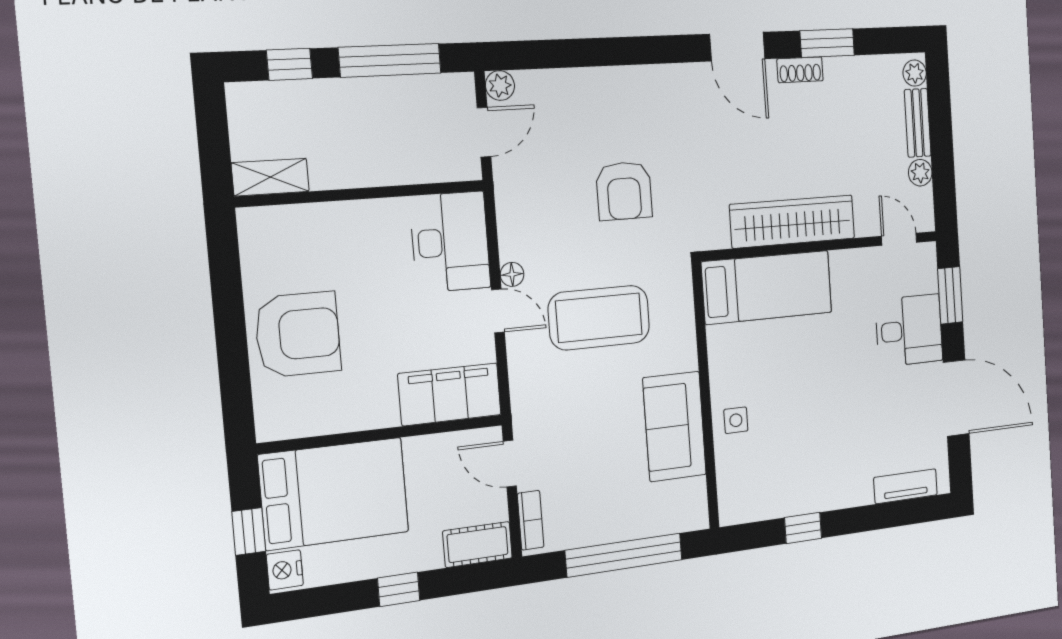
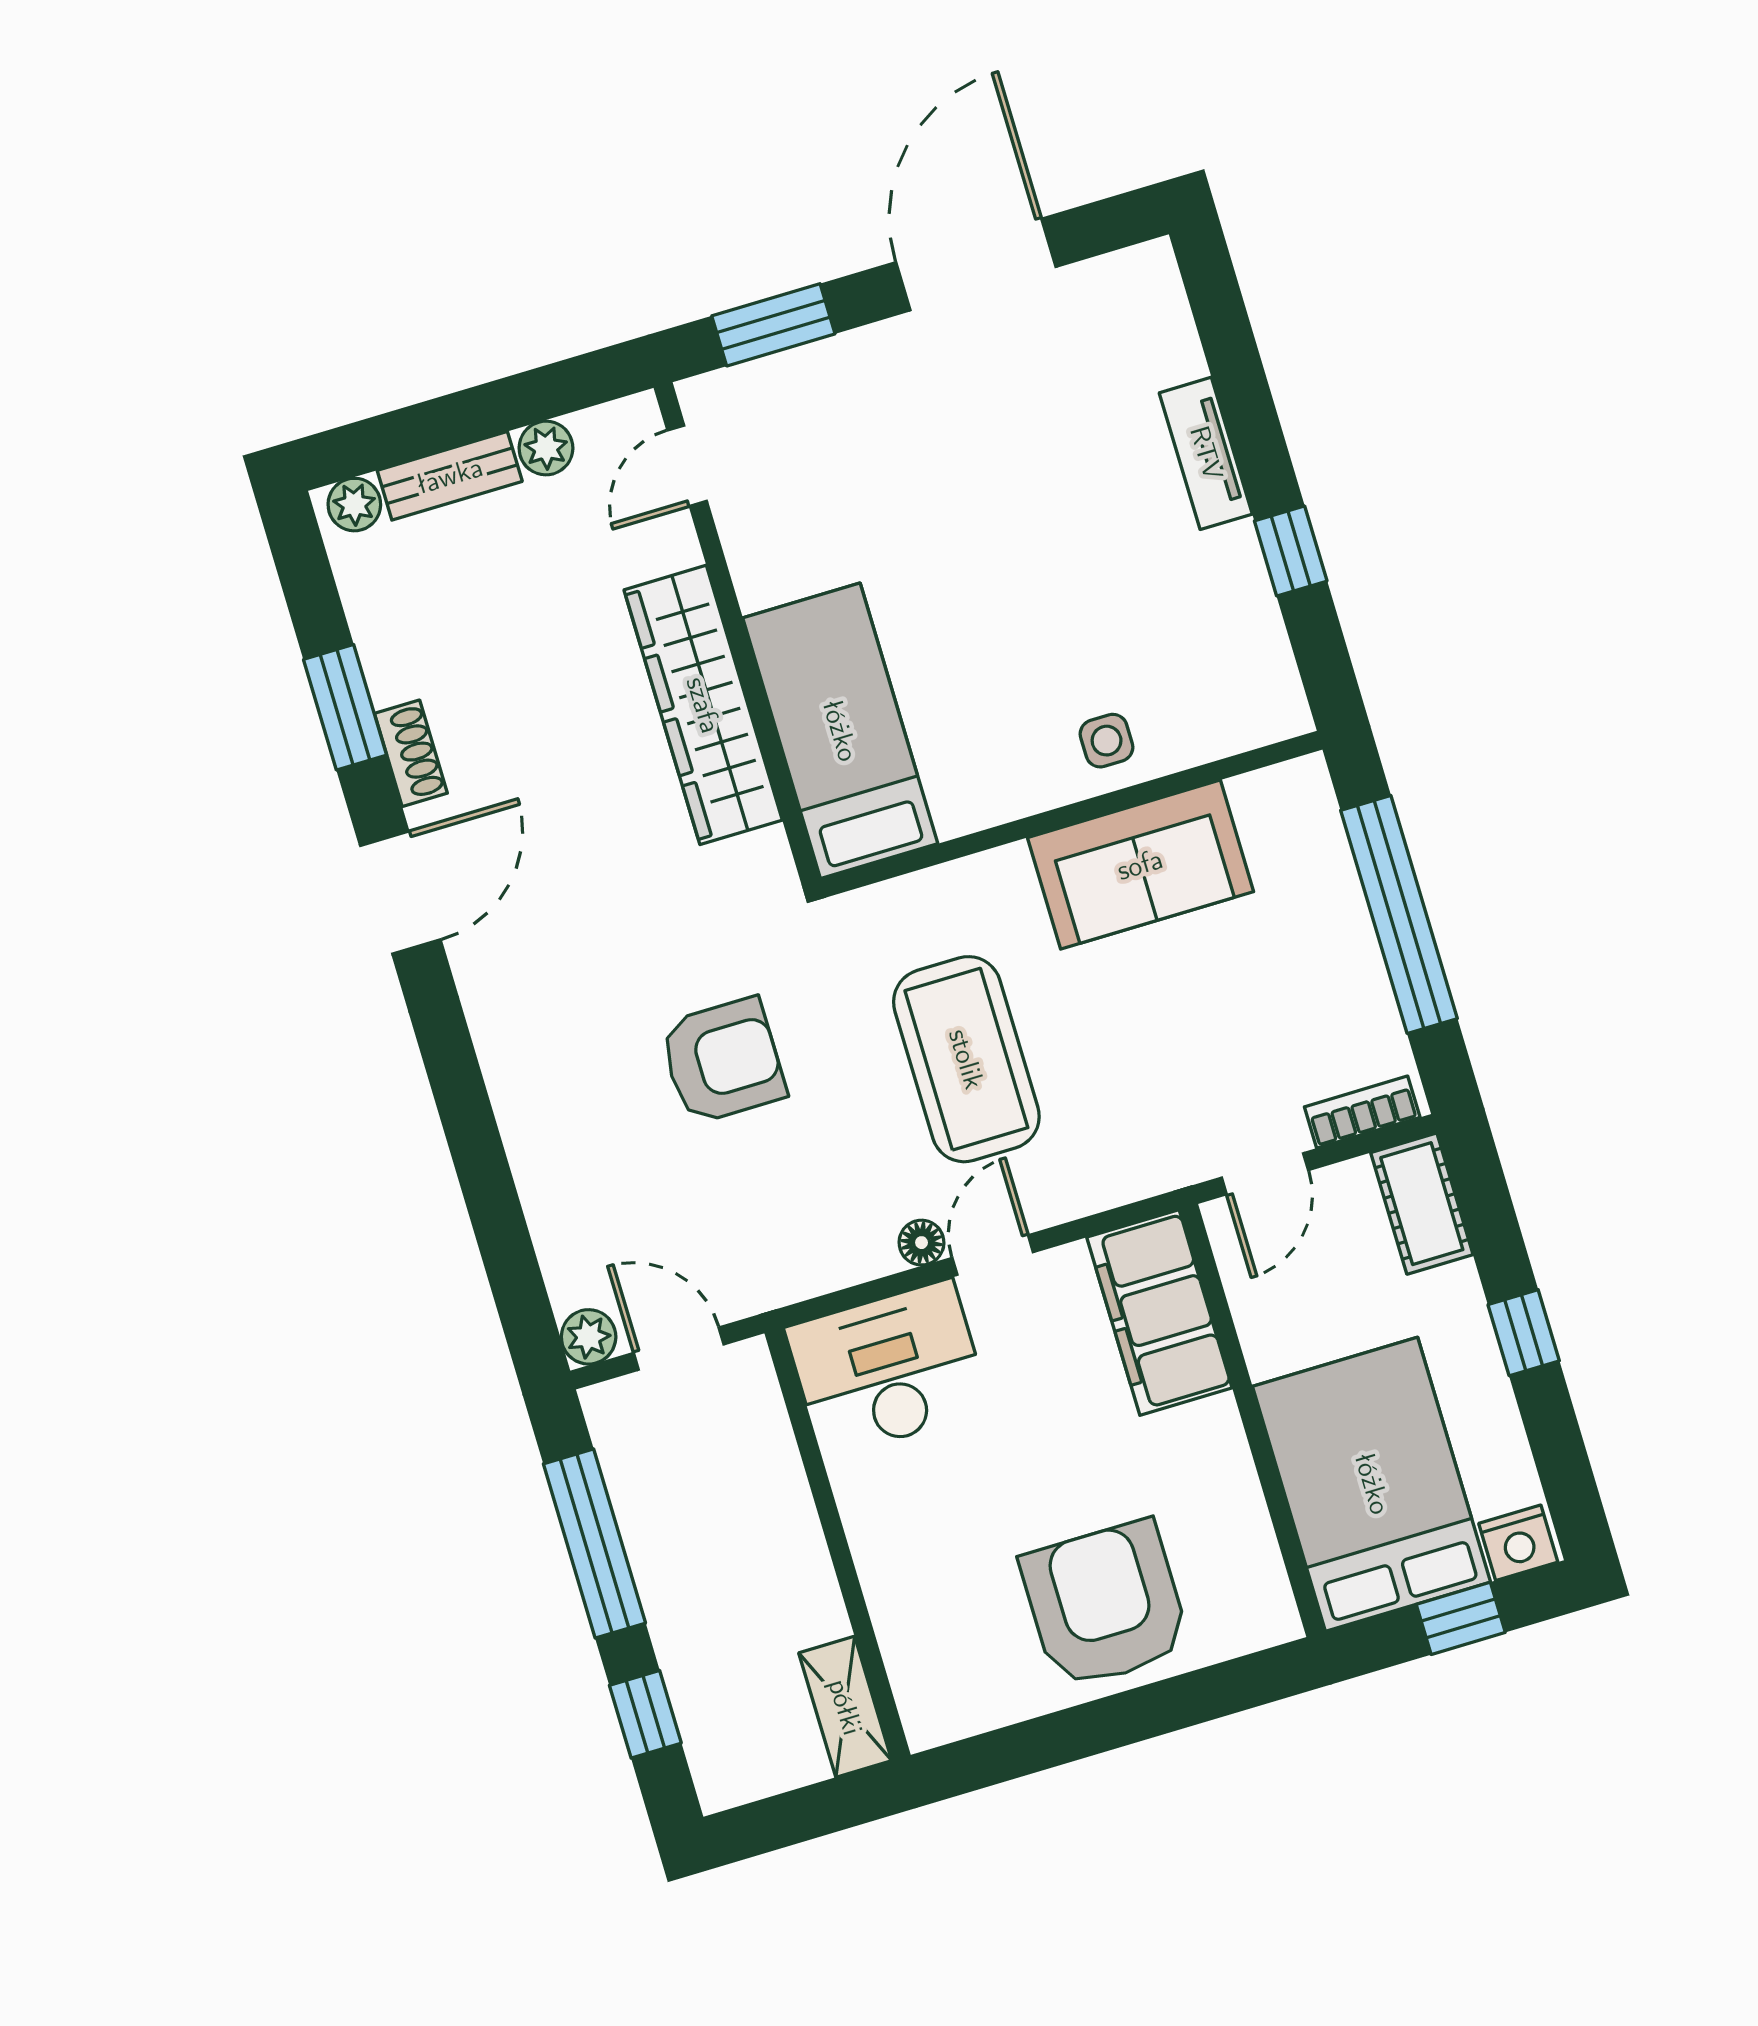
desk: (909, 330) -> (861, 403), removed
tv unit: (906, 486) -> (1206, 453), moved

